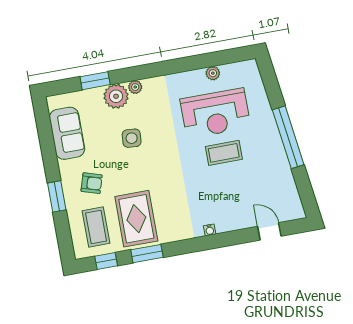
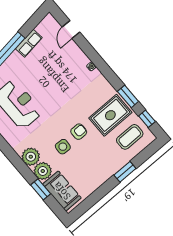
plant: (135, 87) -> (31, 157), width x1.87, depth x1.87
sofa: (67, 133) -> (62, 191), moved, turned 90
coffee table: (224, 153) -> (39, 85), removed
row of seats: (282, 170) -> (29, 43), added
armchair: (92, 183) -> (79, 132), moved, turned 73

